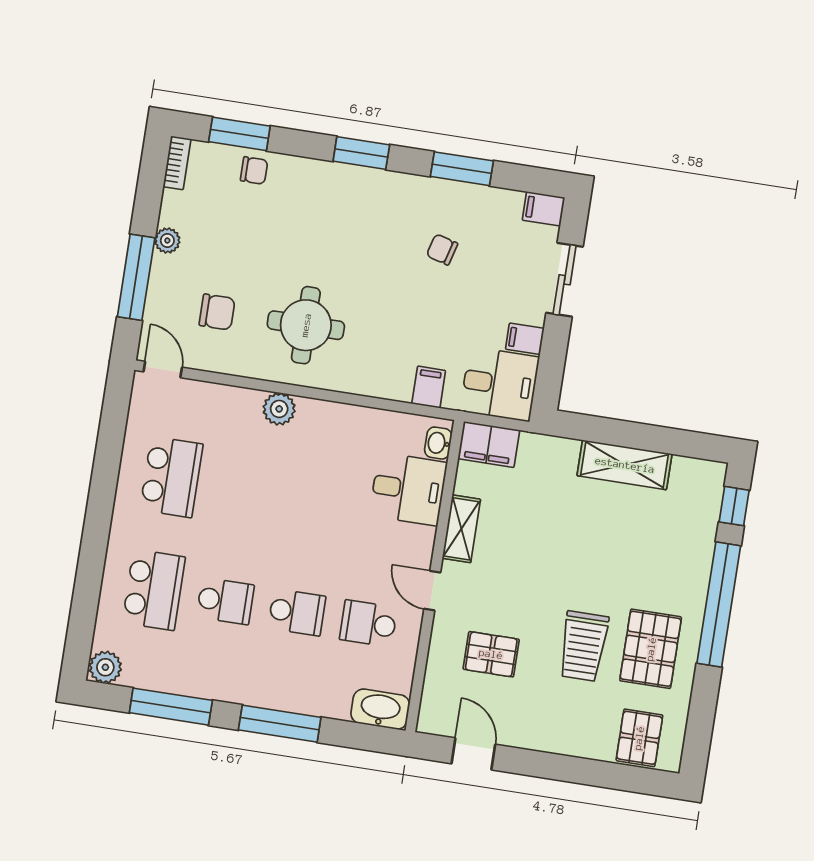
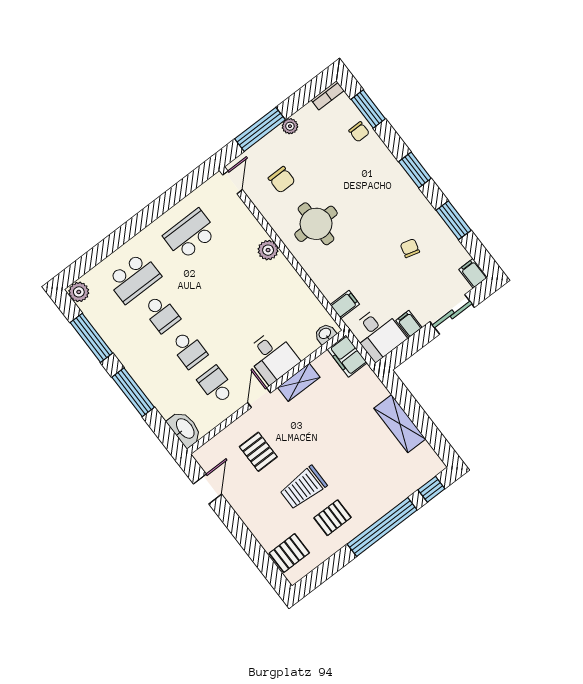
school desk: (171, 477) -> (190, 234), turned 180
desk: (408, 489) -> (272, 357), moved
pallet: (651, 649) -> (332, 518), width x0.67, depth x0.71

